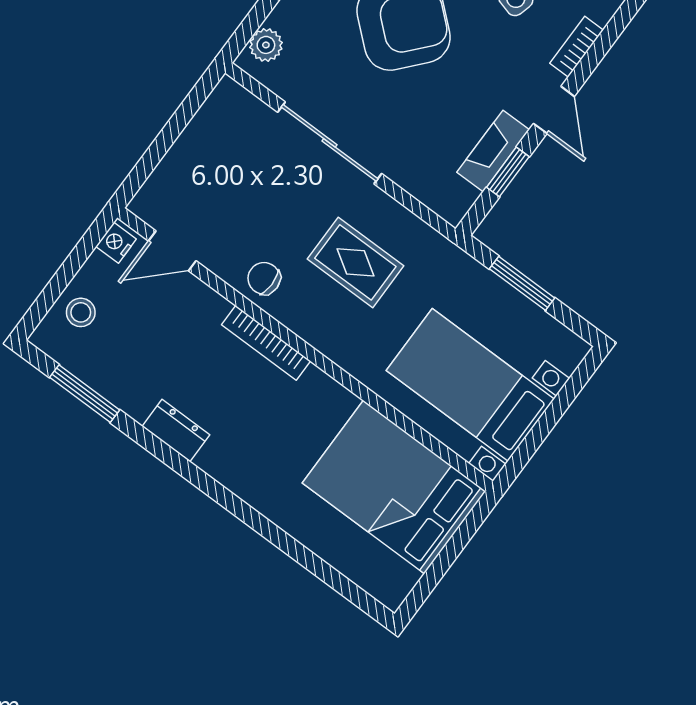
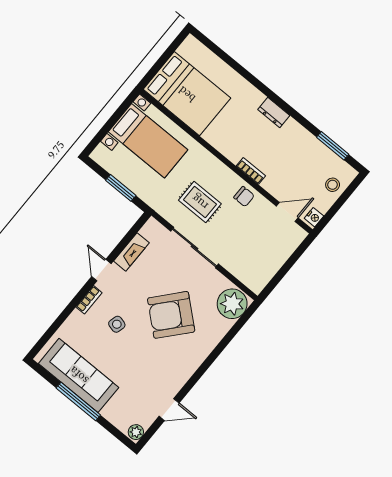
plant: (266, 45) -> (232, 304), width x1.88, depth x1.88
sliding door: (330, 143) -> (194, 248), moved
window: (508, 172) -> (125, 242), removed
bookcase: (266, 343) -> (251, 171), width x0.64
dresser: (176, 431) -> (274, 113), moved

